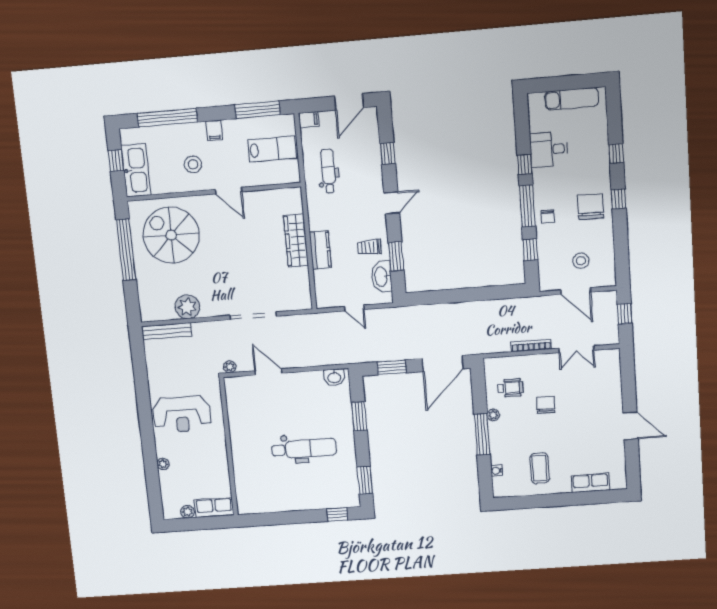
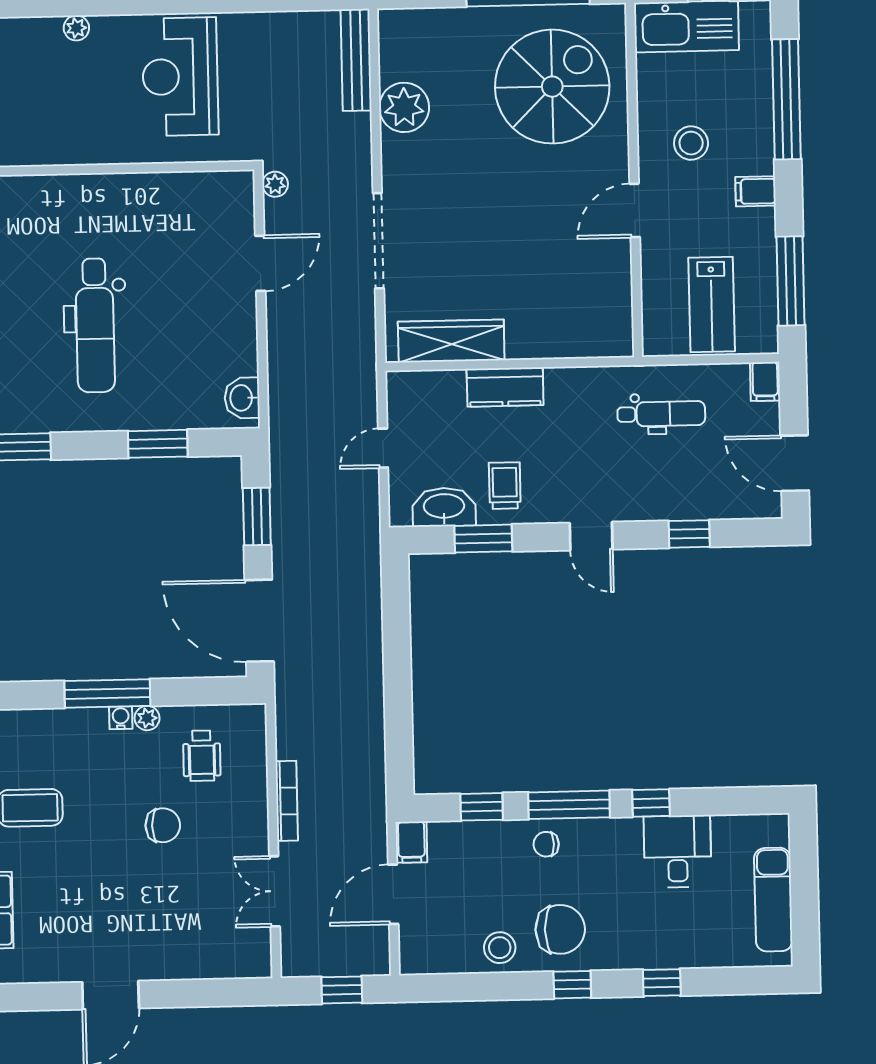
wardrobe: (296, 241) -> (451, 341), moved
stool: (581, 261) -> (500, 948), moved
filing cabinet: (549, 284) -> (411, 842), added
water cooler: (497, 471) -> (121, 718), moved

